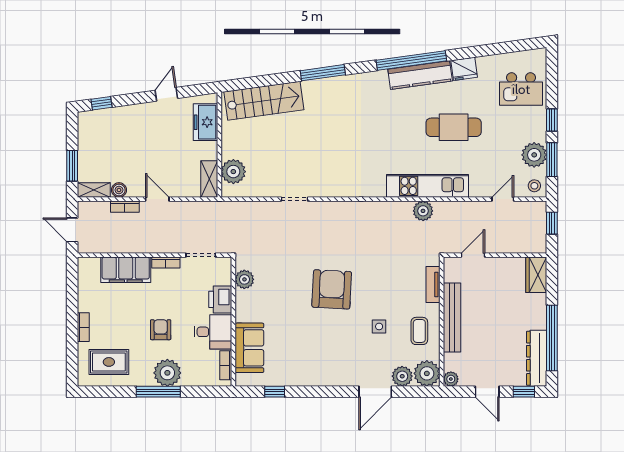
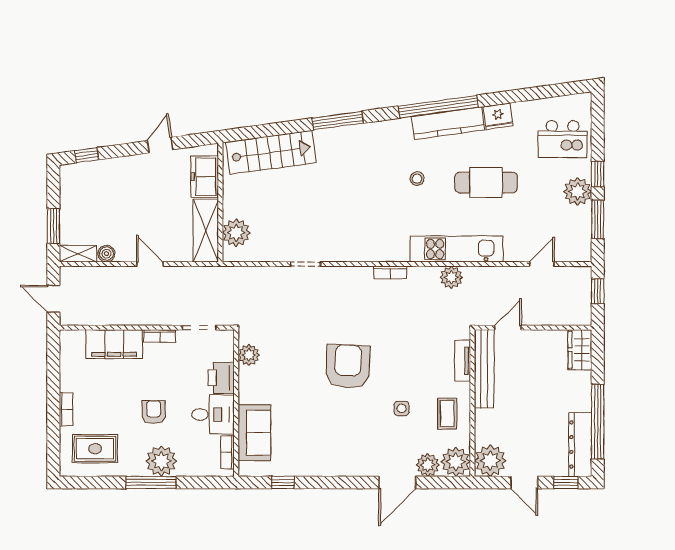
plant: (534, 155) -> (578, 191), moved
shelving: (209, 179) -> (206, 231), width x1.50, depth x1.33
stool: (534, 186) -> (417, 179), moved
bookcase: (125, 207) -> (390, 272), moved
bench: (452, 317) -> (484, 369), moved
plant: (451, 379) -> (490, 461), width x1.87, depth x1.87

